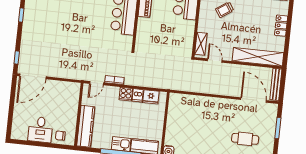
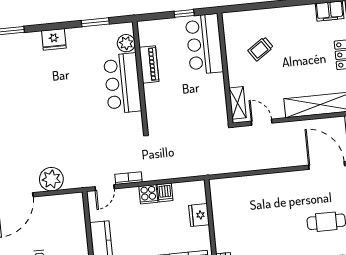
plant: (61, 70) -> (51, 179), added
fridge: (151, 97) -> (199, 215), moved, turned 90

